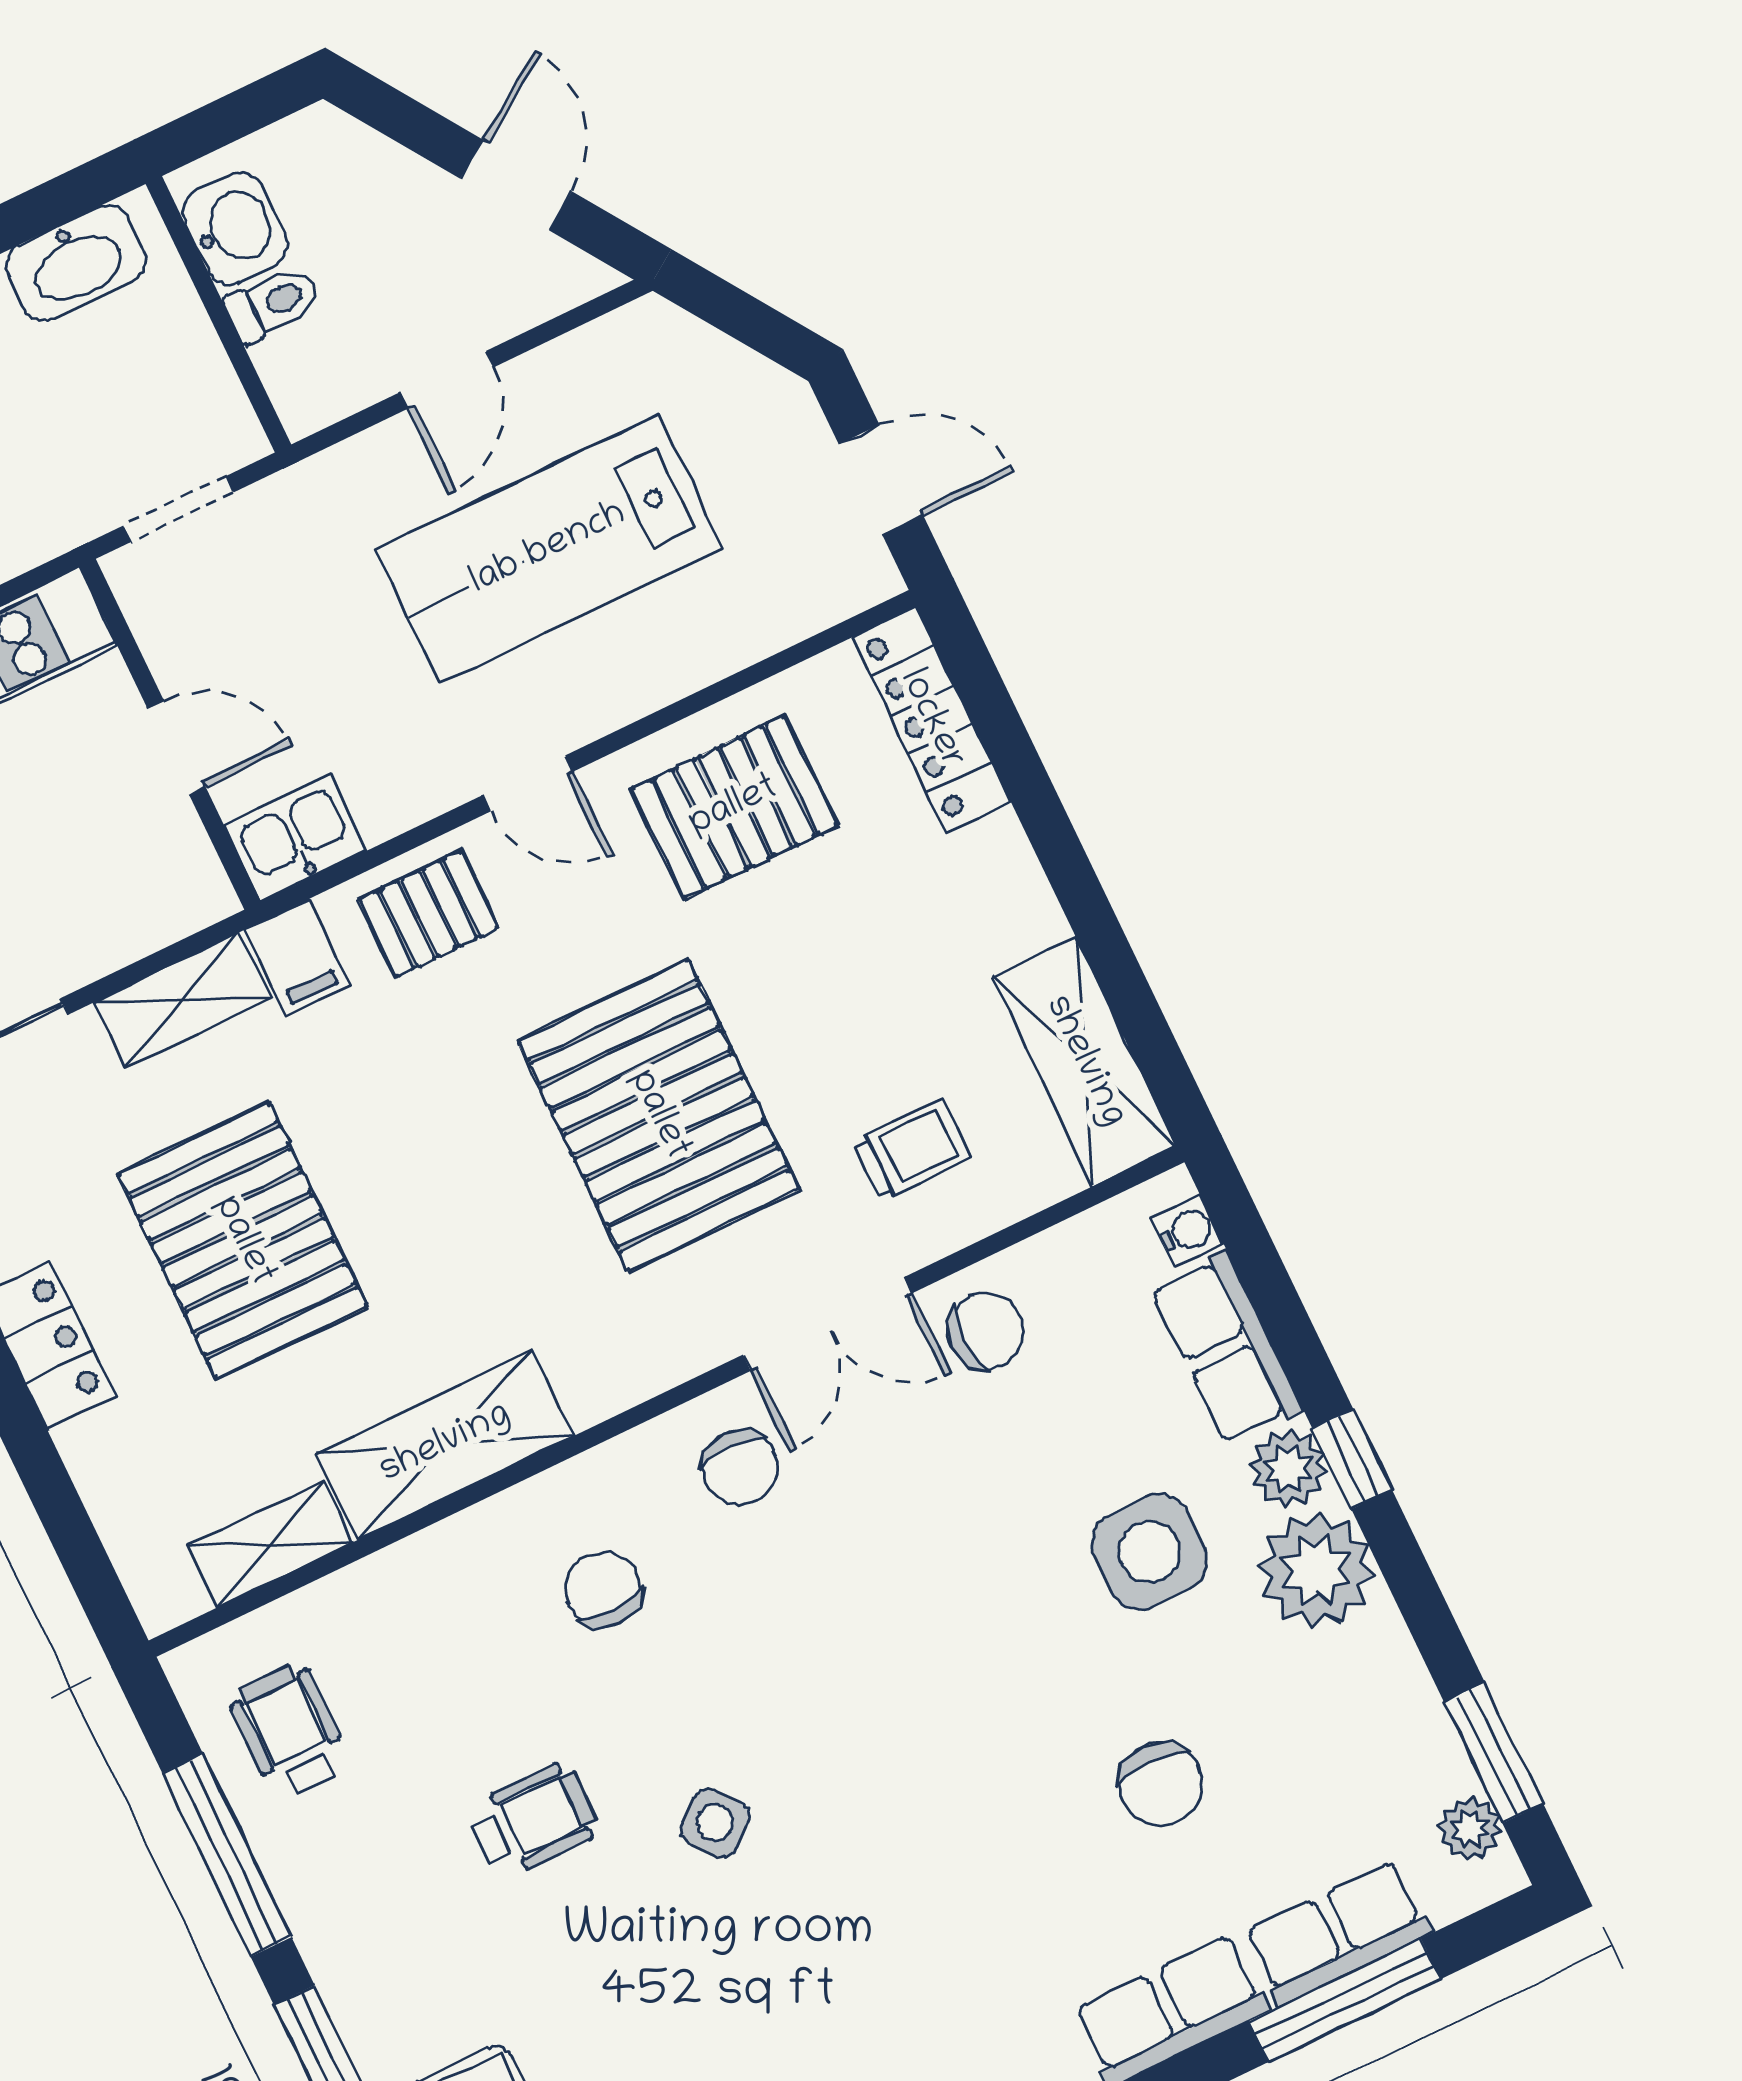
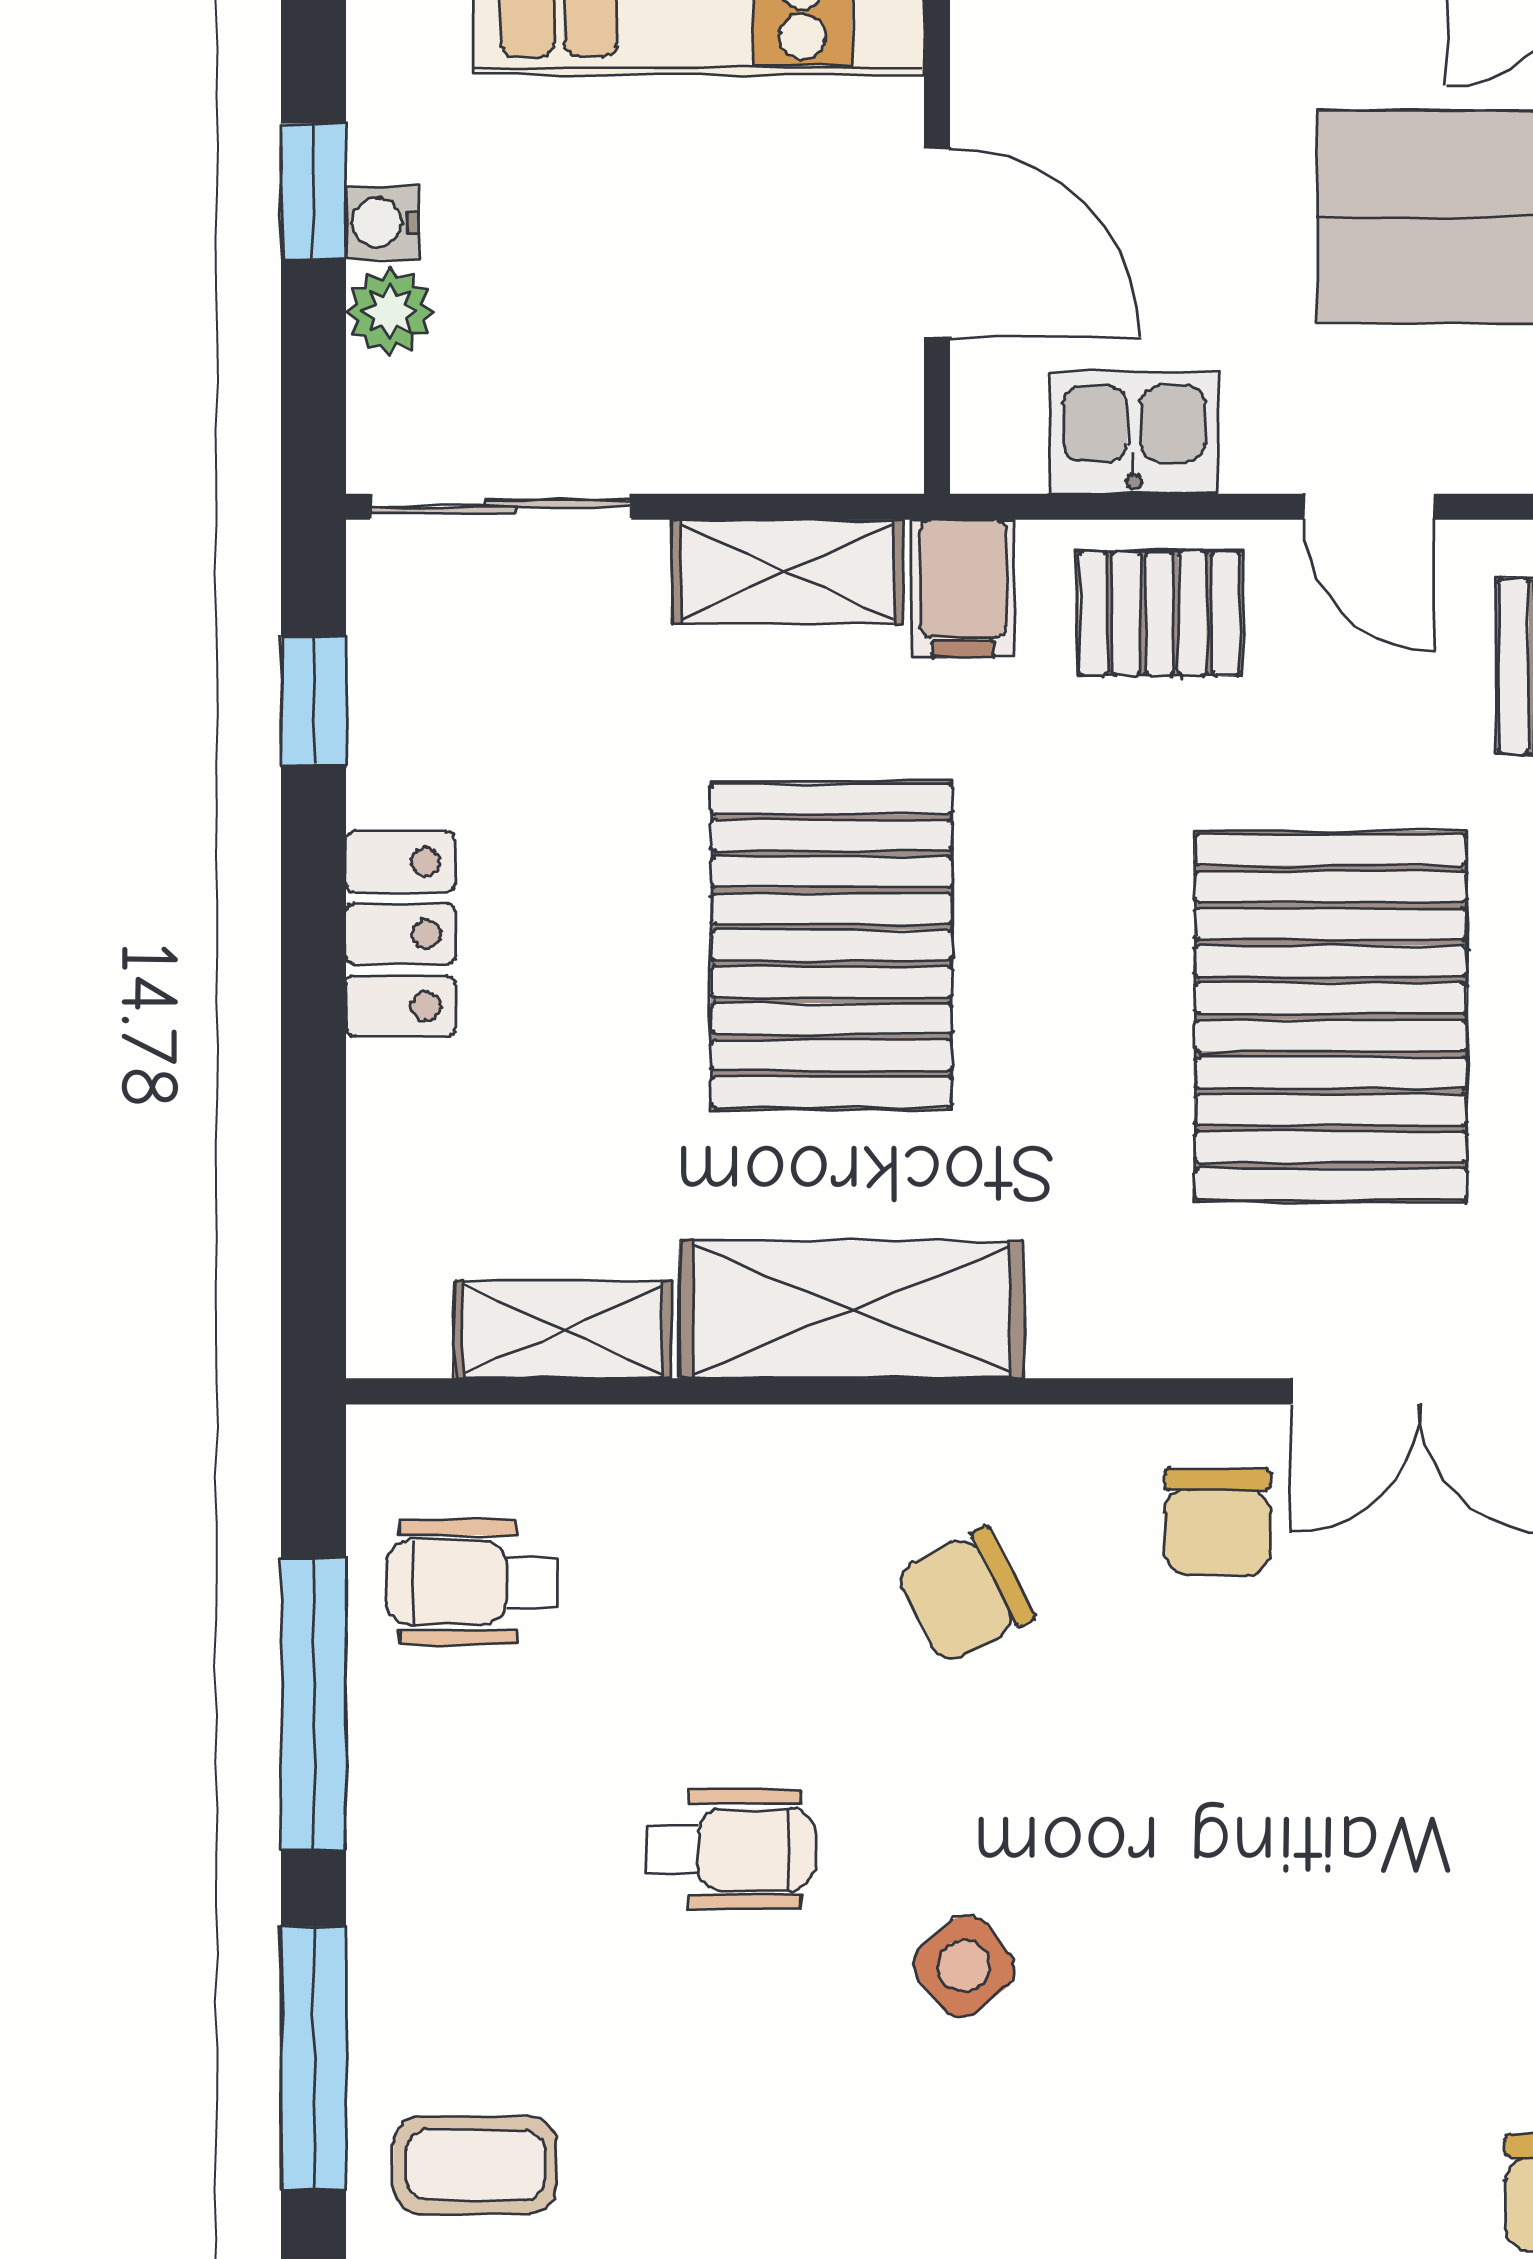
door: (176, 748) -> (937, 242), width x1.38
kitchen sink: (295, 838) -> (1134, 433), moved
pallet: (243, 1241) -> (832, 945), moved
chair: (603, 1590) -> (965, 1595), turned -117
wheelchair: (290, 1731) -> (472, 1582), turned -90

